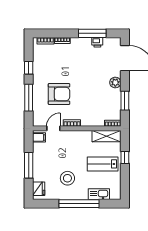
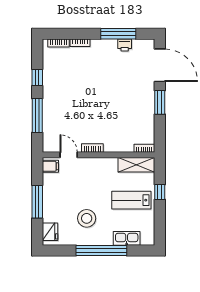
plant: (115, 83) -> (148, 96), removed
armchair: (59, 94) -> (76, 111), removed
window: (125, 101) -> (160, 102), moved
door: (53, 128) -> (69, 155), hinge flipped

